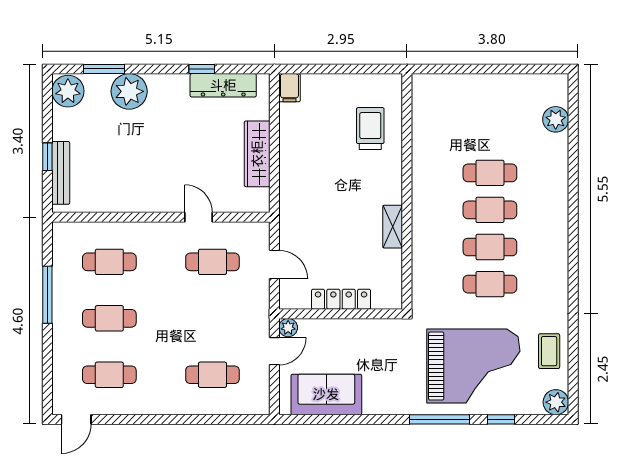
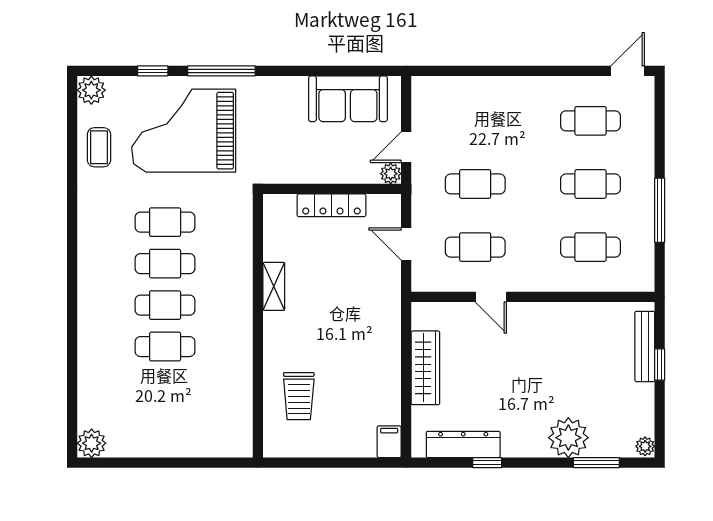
plant: (68, 91) -> (645, 446), width x0.53, depth x0.53
plant: (556, 119) -> (92, 443), moved
cafe table: (212, 375) -> (475, 184), moved

